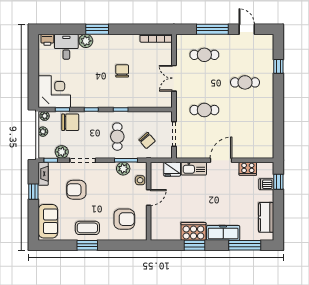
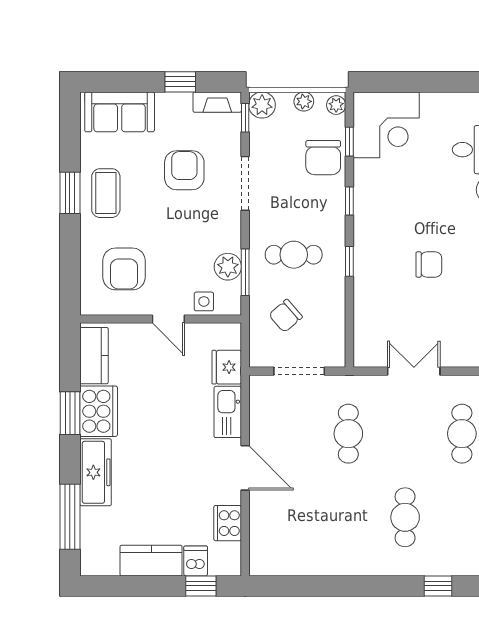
plant: (62, 152) -> (262, 105), moved
kitchen counter: (266, 217) -> (151, 561), moved
kitchen counter: (166, 234) -> (94, 356), added

